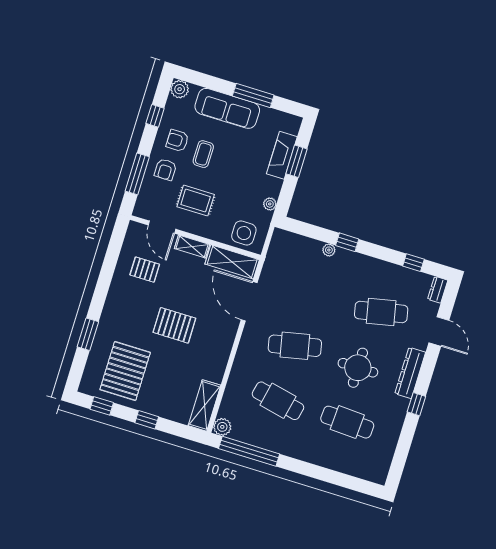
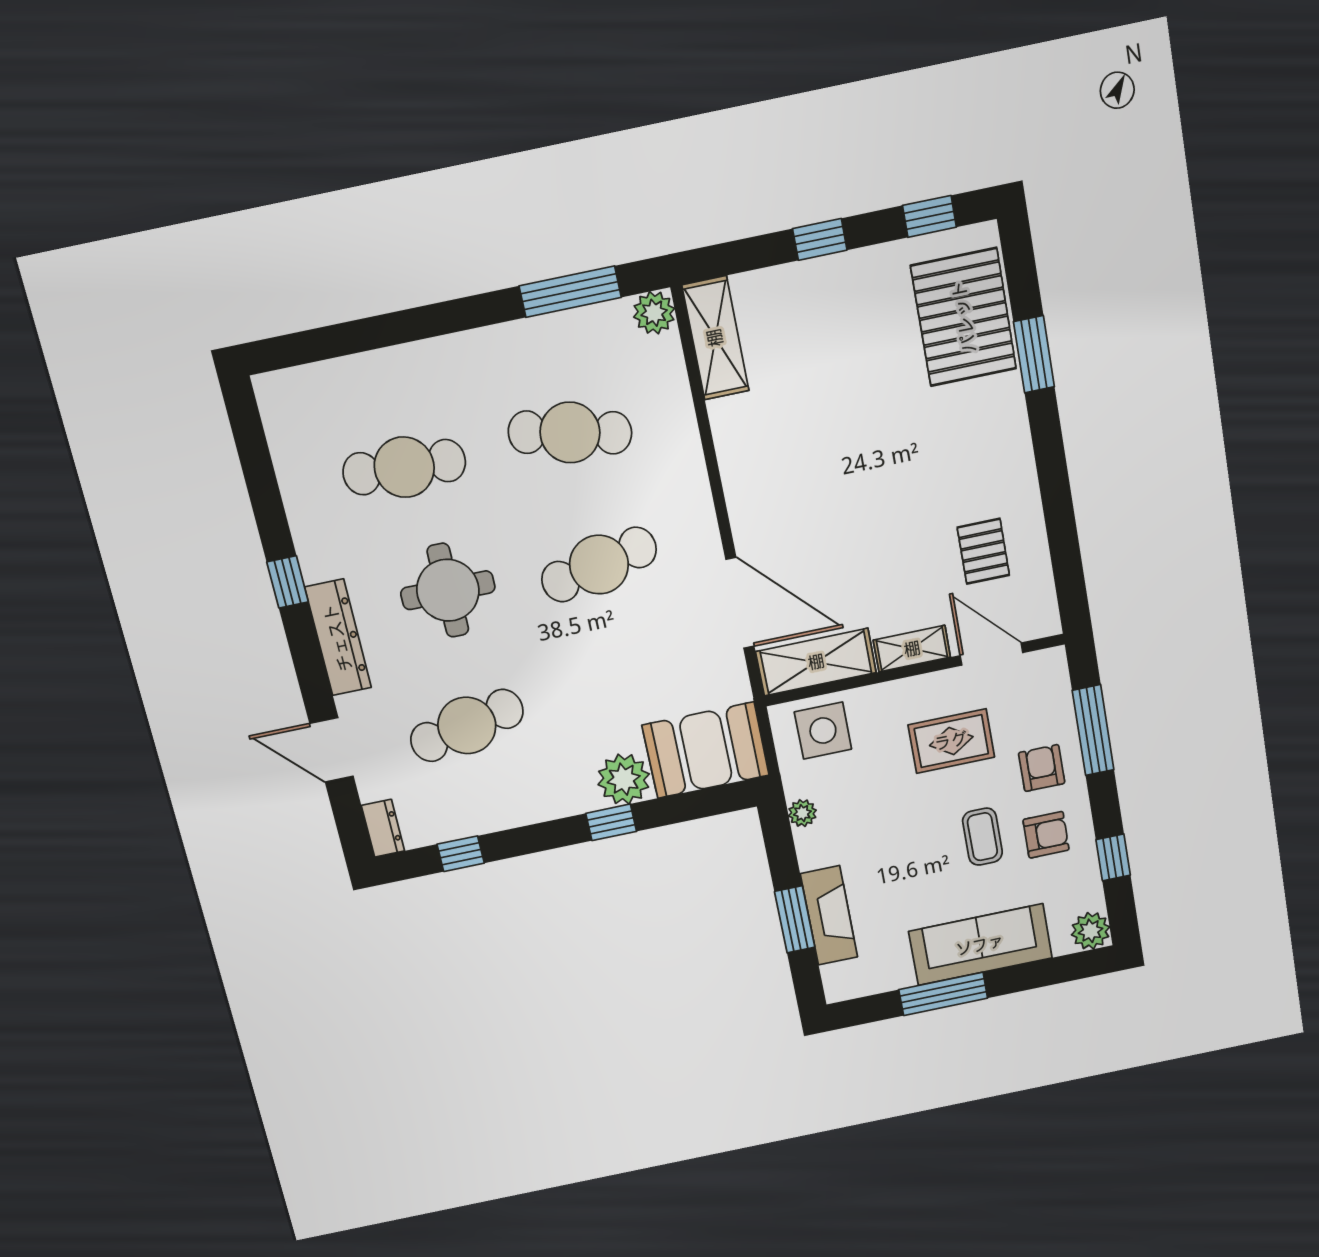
plant: (329, 250) -> (624, 779), width x1.88, depth x1.88
booth: (294, 251) -> (706, 750), added
pallet: (145, 270) -> (983, 551), turned 90
pallet: (174, 325) -> (865, 471), removed
pallet: (125, 371) -> (964, 317), moved
window: (249, 451) -> (570, 292), width x0.68

